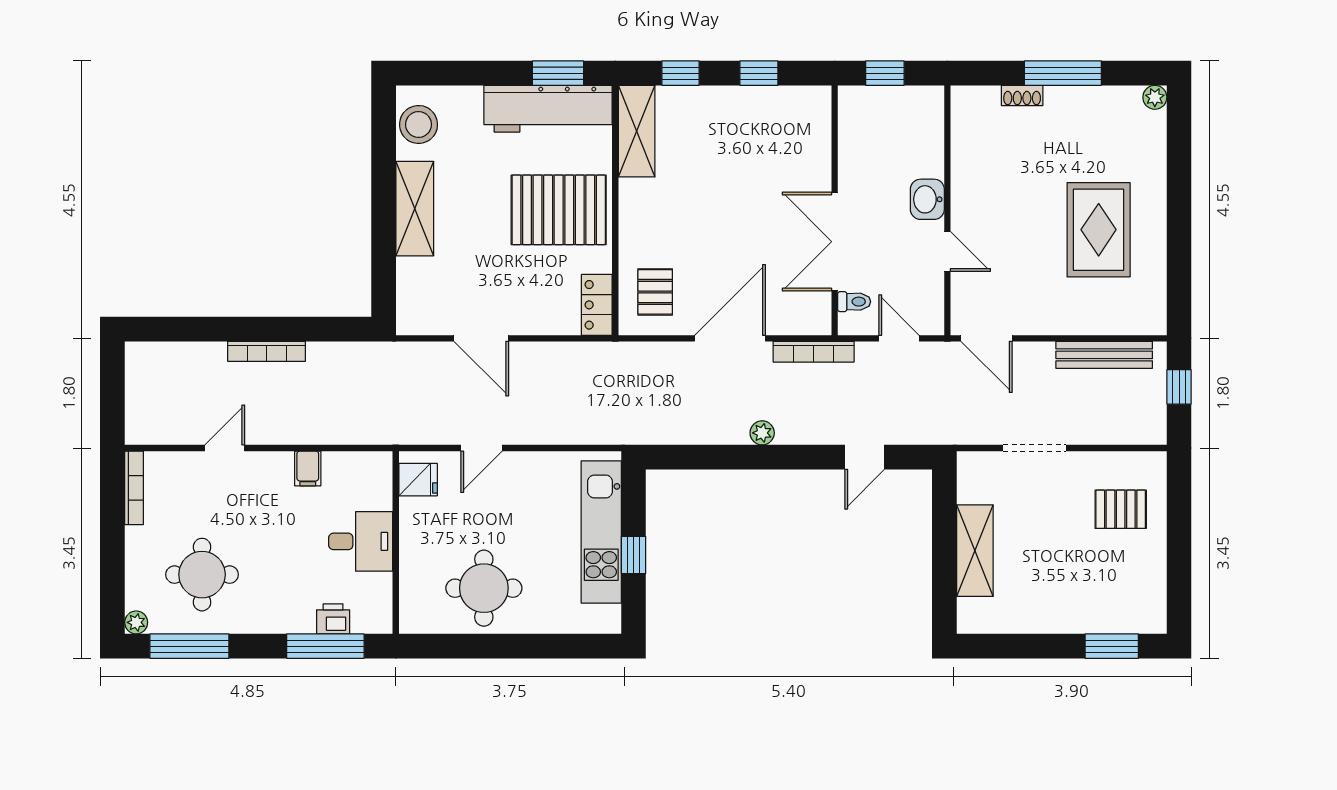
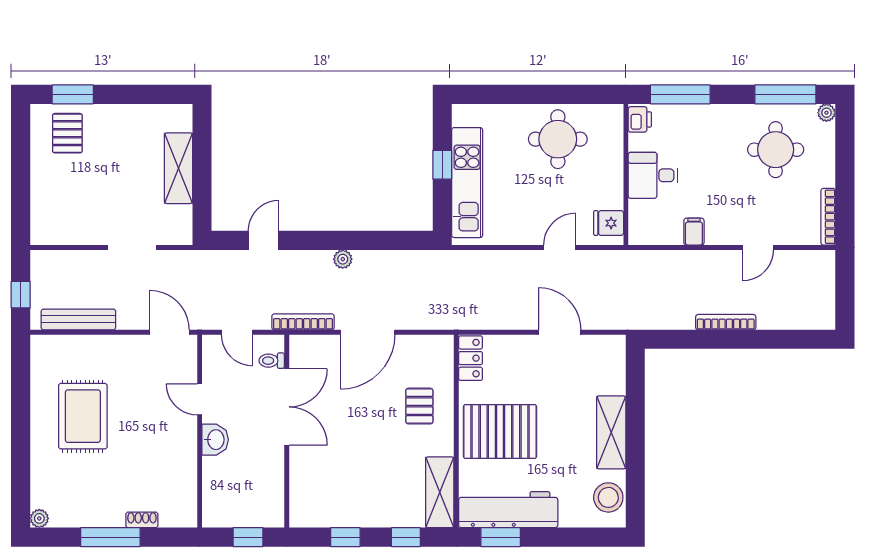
pallet: (655, 292) -> (419, 406), moved
pallet: (1121, 509) -> (67, 133), moved, turned 90
printer: (333, 619) -> (640, 119), moved, turned -90

